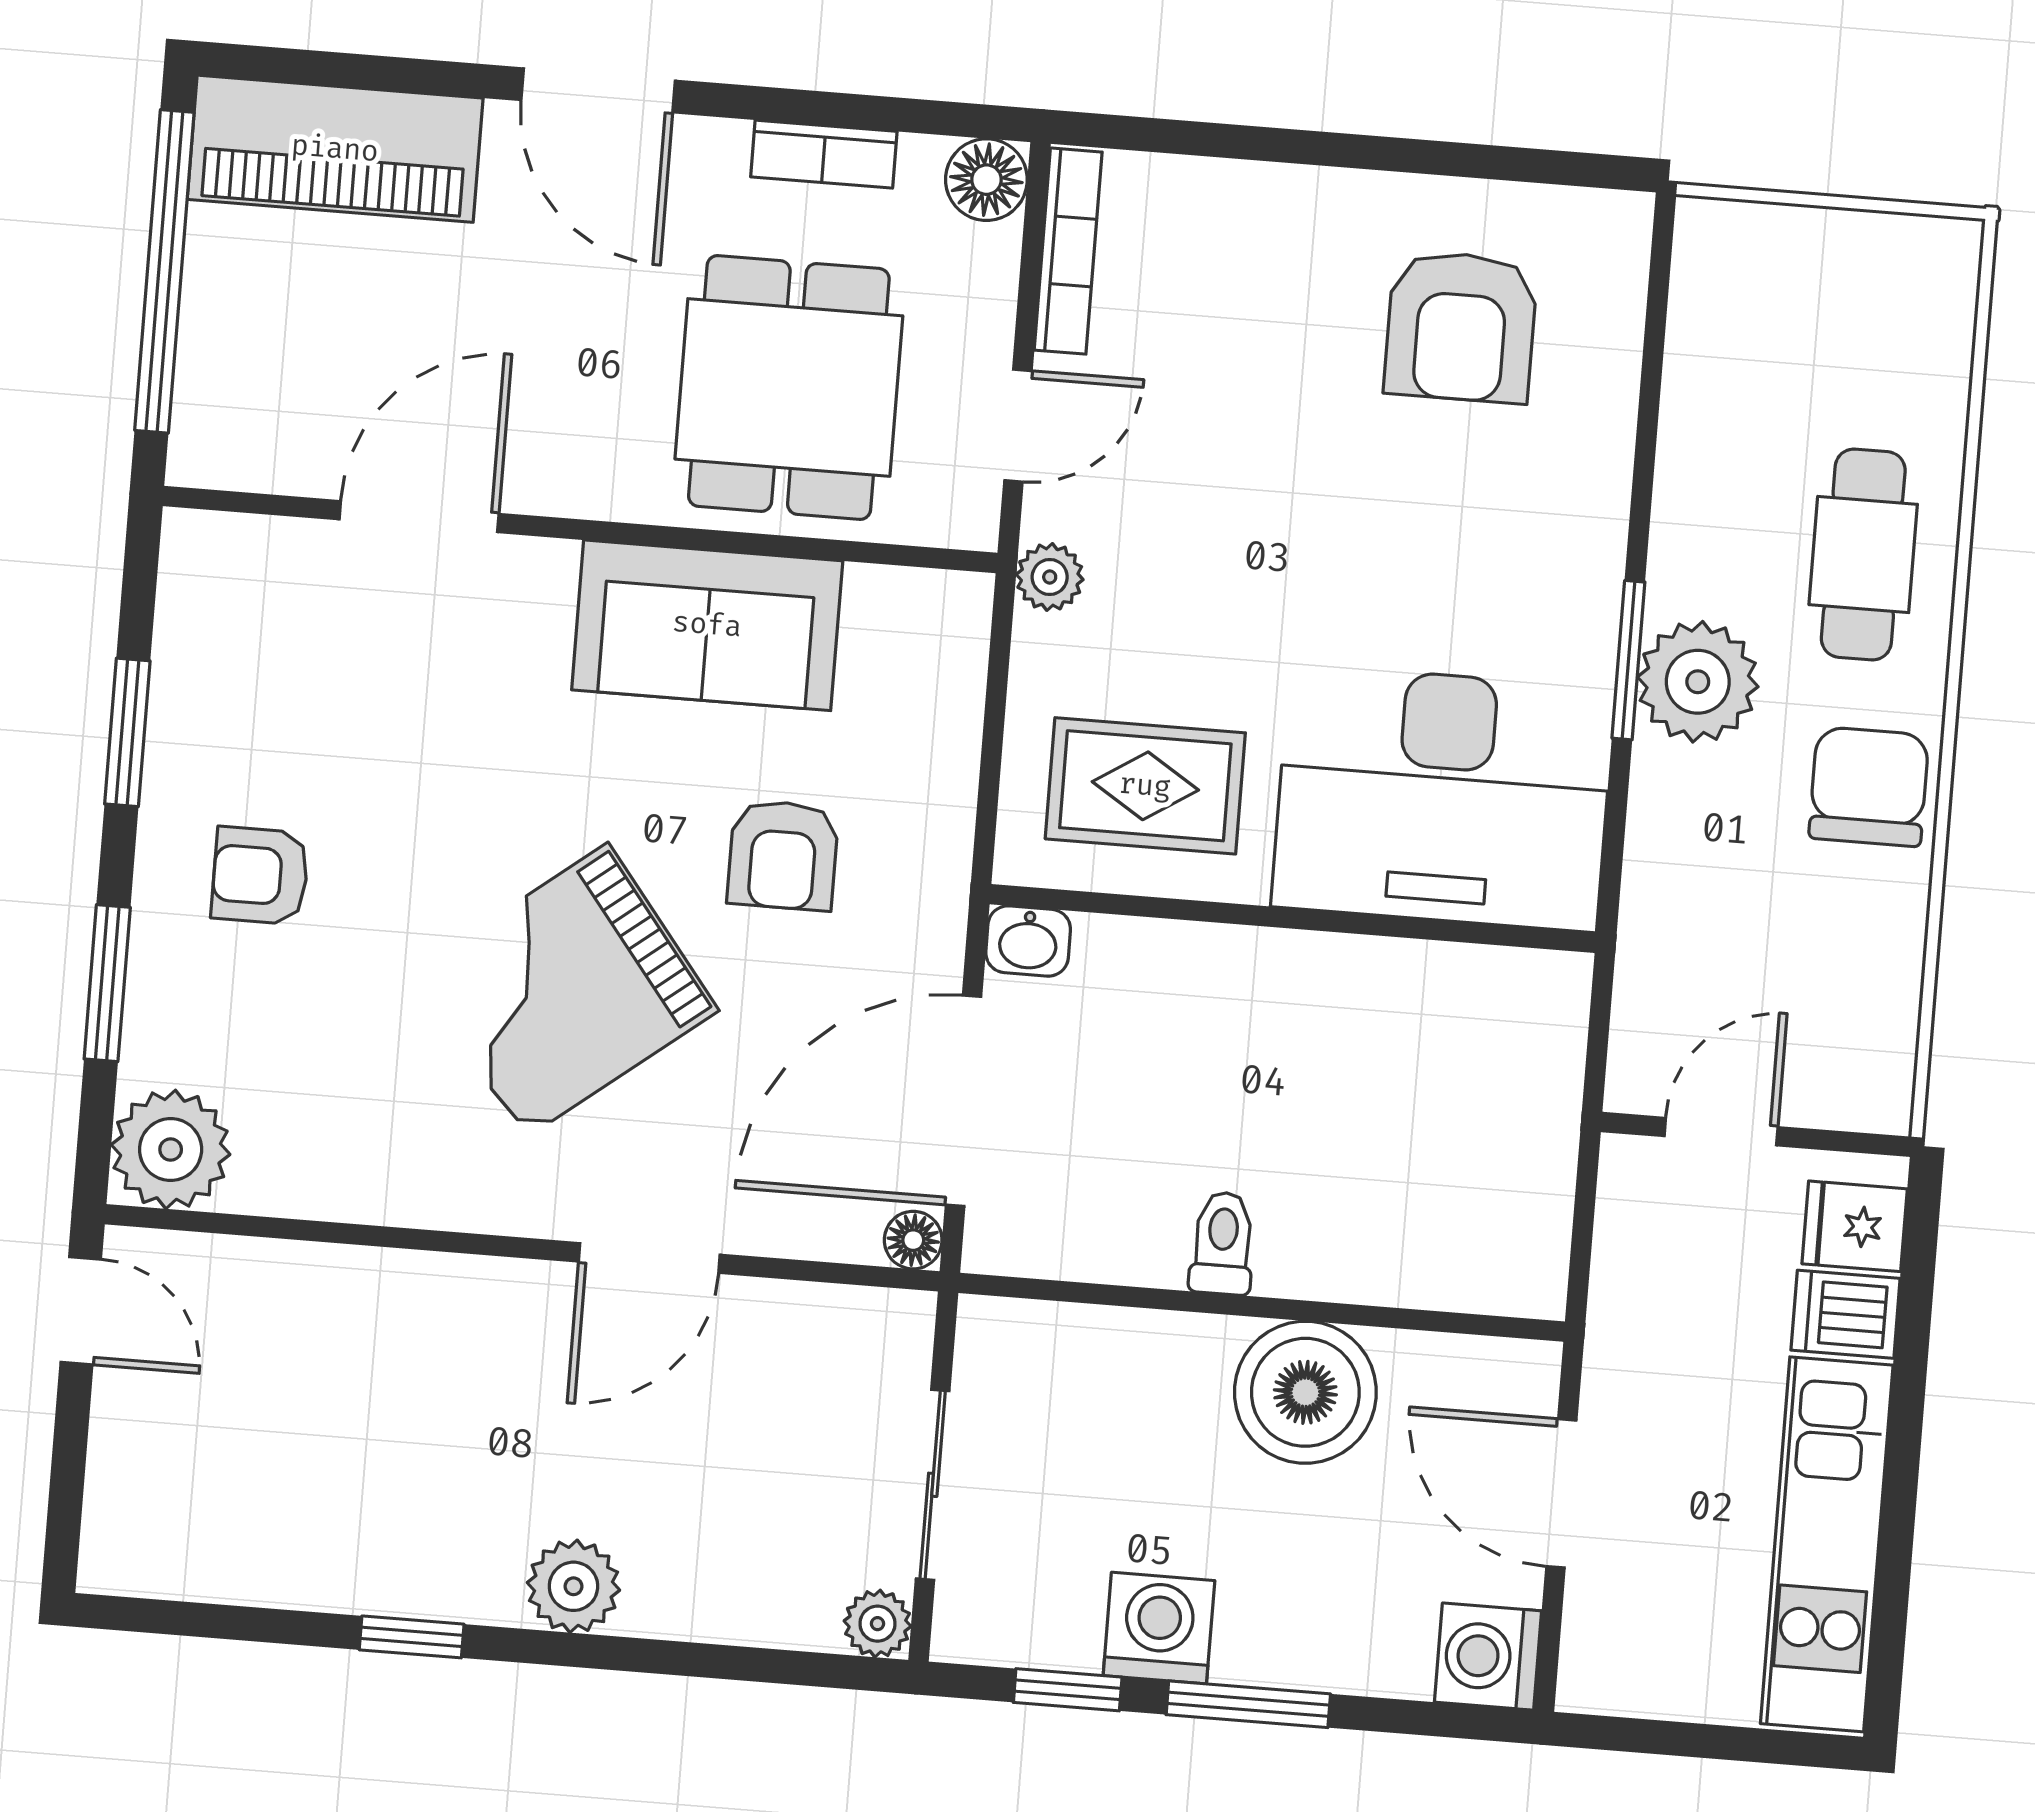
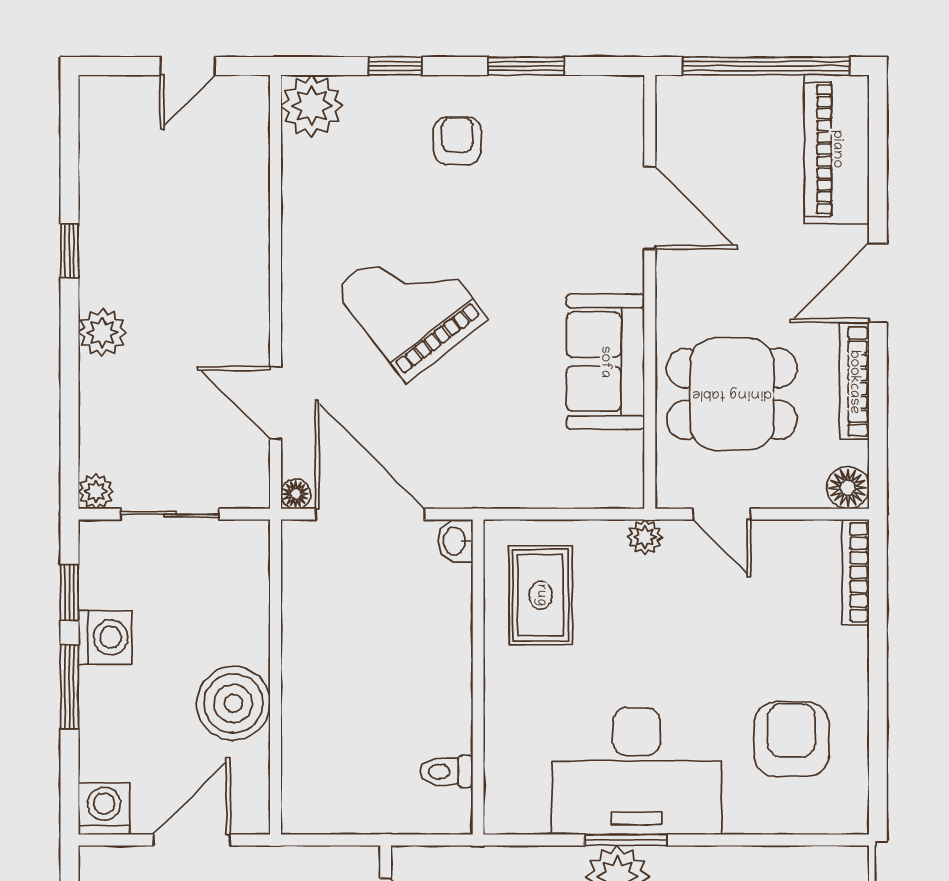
bookcase: (824, 154) -> (854, 382), width x1.56
bookcase: (1068, 251) -> (856, 572), moved, turned 90
armchair: (1461, 327) -> (791, 739), turned 90
desk: (1443, 798) -> (637, 771), moved, turned -90
armchair: (783, 855) -> (490, 410), removed
window: (107, 983) -> (395, 66), width x0.67
toilet: (1222, 1243) -> (447, 771), moved, turned 180
door: (649, 1258) -> (276, 403), moved
door: (81, 1311) -> (188, 66), moved

